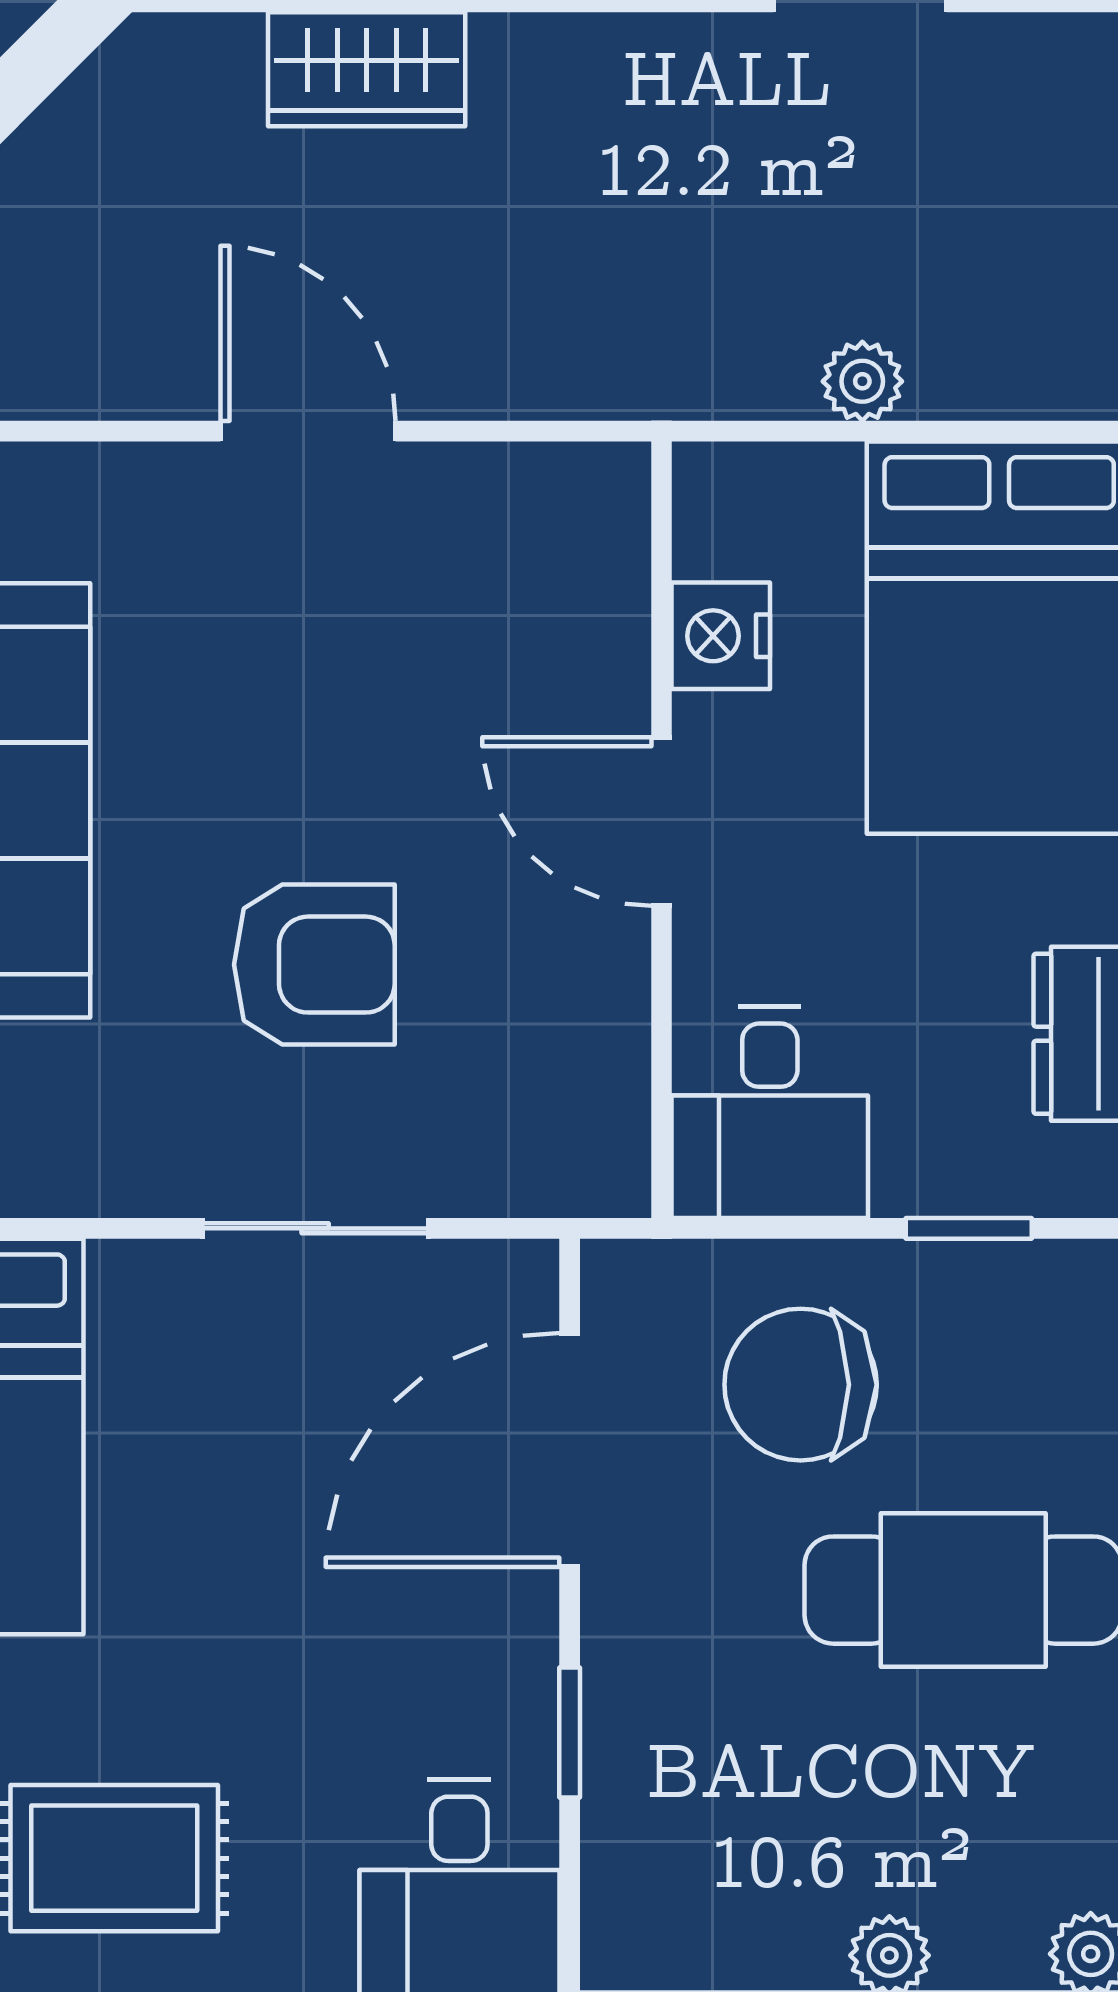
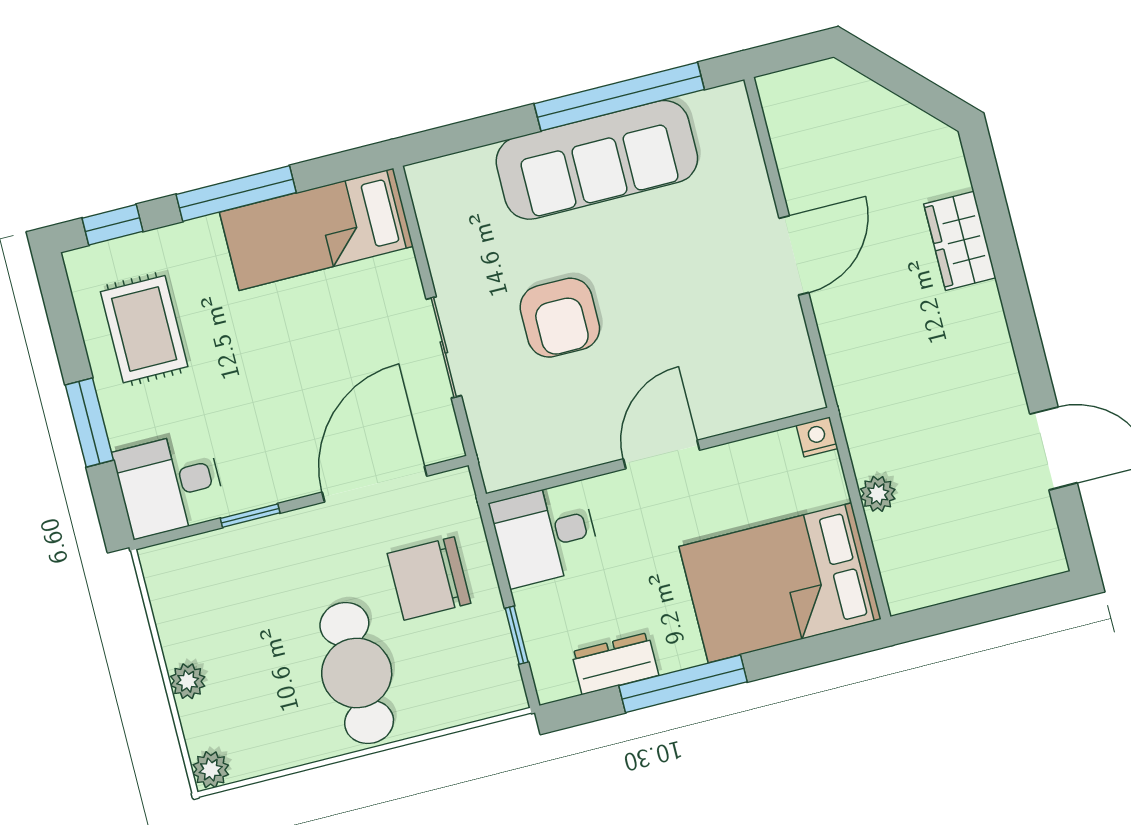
nightstand: (721, 636) -> (817, 437), moved, width x0.72, depth x0.74
chair: (801, 1385) -> (429, 578), turned -90
door: (570, 1450) -> (375, 484), hinge flipped

